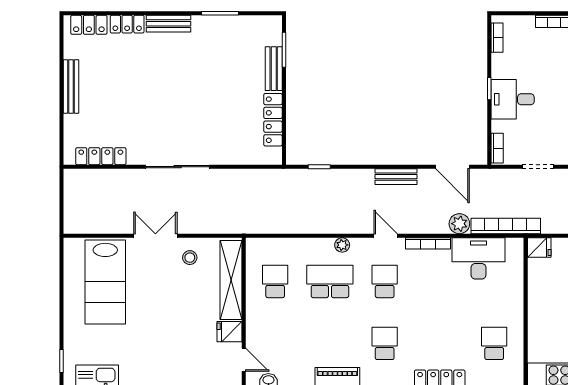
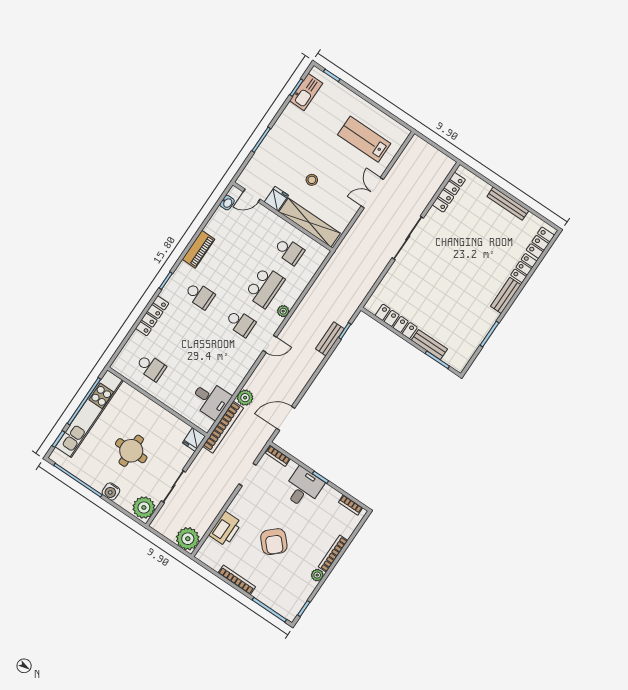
bench: (396, 177) -> (330, 339), moved
double door: (155, 236) -> (372, 193), swing flipped
bookcase: (428, 243) -> (246, 368), removed
stool: (190, 258) -> (312, 180), moved
desk: (478, 258) -> (211, 399), width x0.73
lab bench: (105, 282) -> (364, 139), width x0.73, depth x0.72

